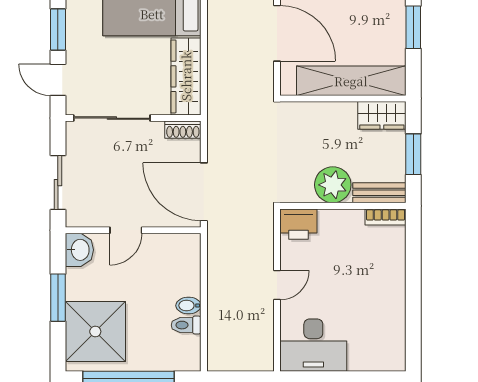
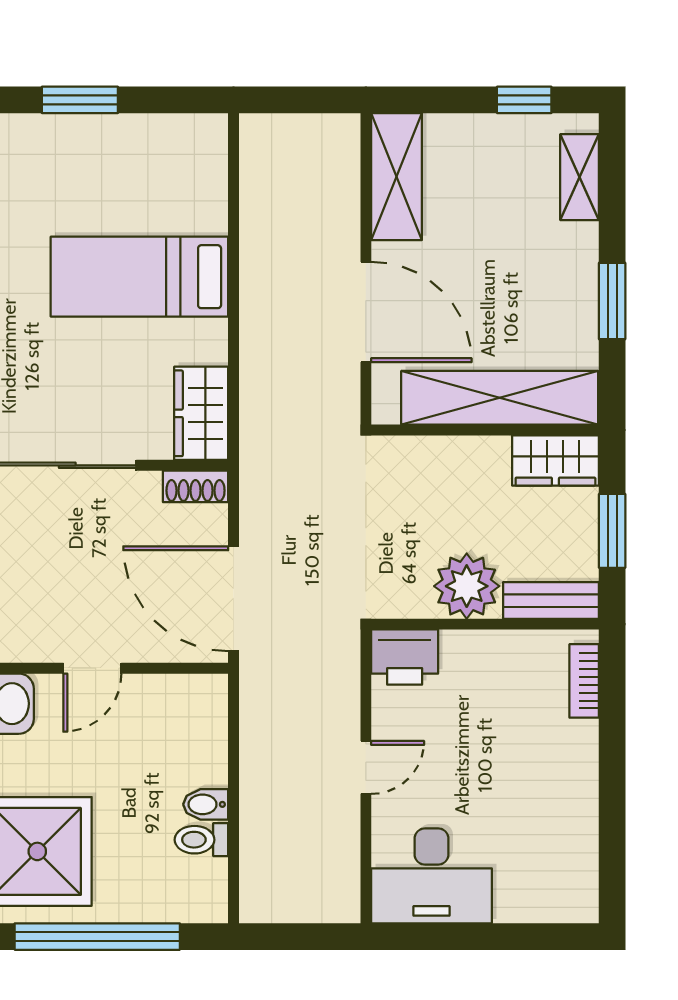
wardrobe: (186, 76) -> (201, 413), width x0.67
bookcase: (386, 217) -> (584, 681), moved, turned 90

